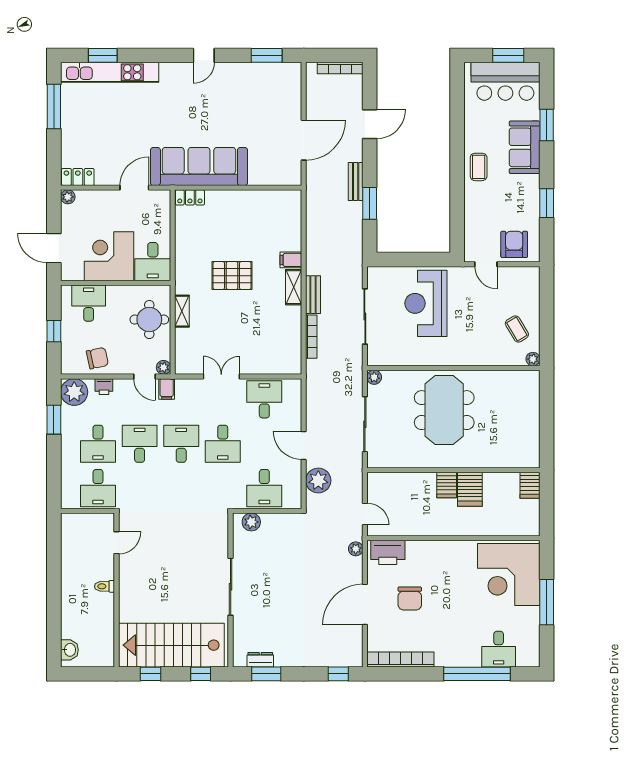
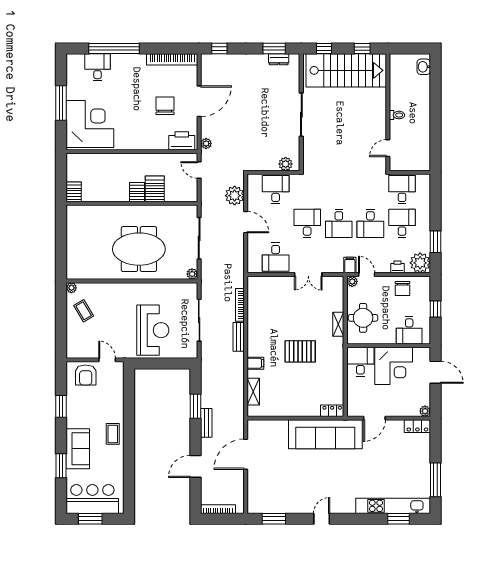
shelving: (294, 287) -> (253, 392), moved
chair: (97, 358) -> (403, 289), turned -78
meeting table: (444, 410) -> (139, 249), turned 90
server rack: (470, 489) -> (155, 189), moved

